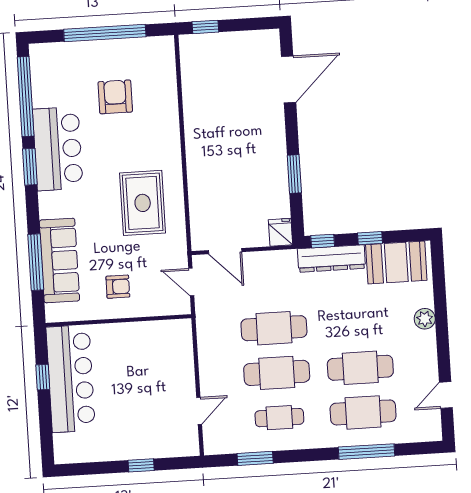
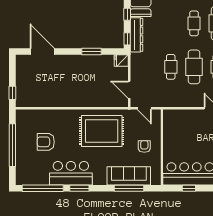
rug: (143, 203) -> (102, 131), width x1.37, depth x1.44
door: (225, 251) -> (129, 90), swing flipped
door: (191, 282) -> (144, 108), hinge flipped
cafe table: (274, 328) -> (171, 67), width x0.73, depth x0.74
cafe table: (360, 368) -> (194, 23), width x0.73, depth x0.74

